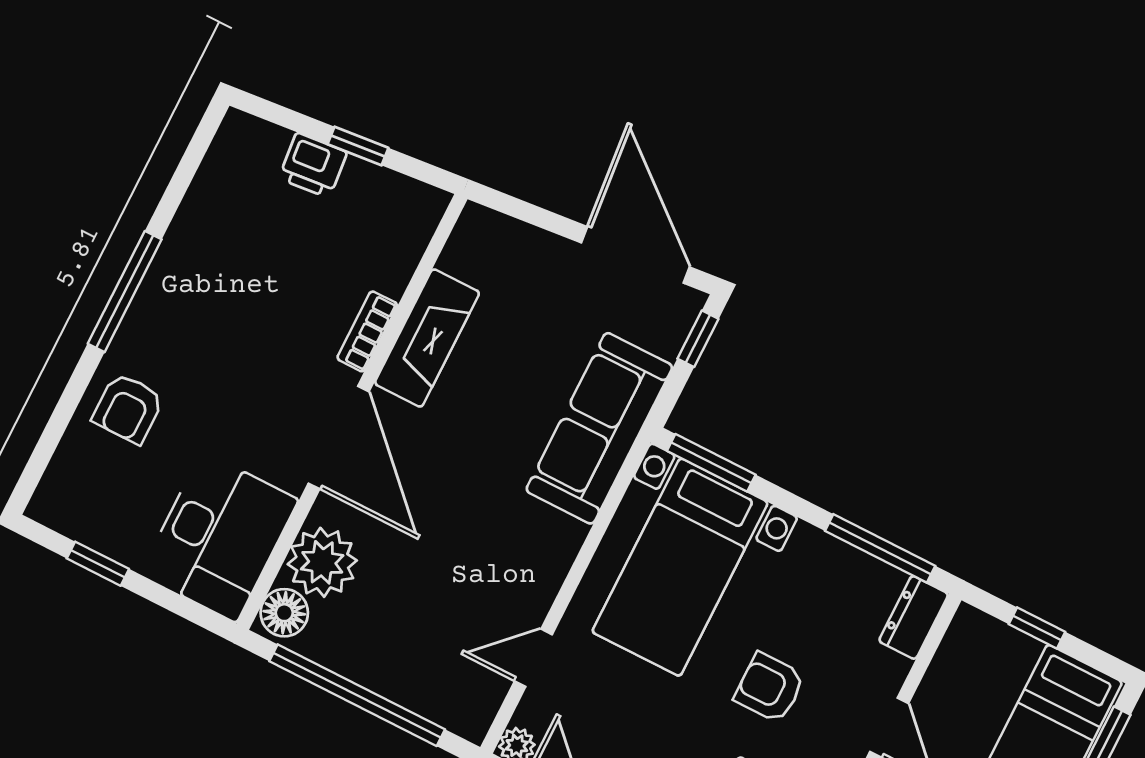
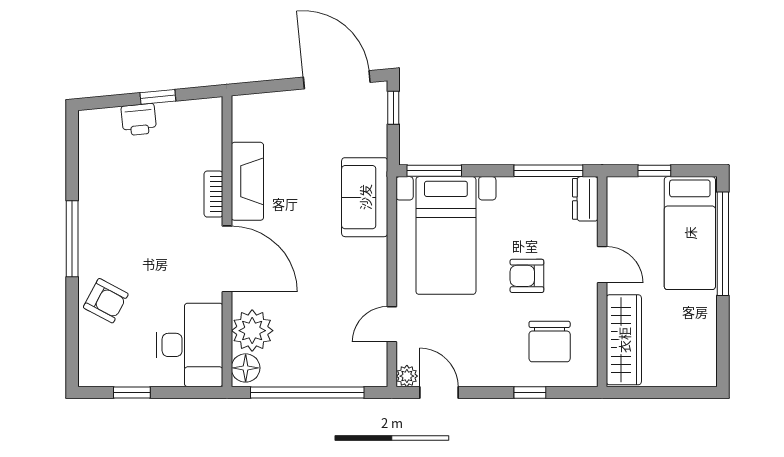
armchair: (128, 408) -> (106, 301), turned -62
sofa: (599, 428) -> (365, 197), width x0.73

